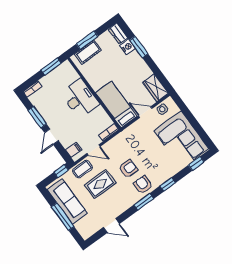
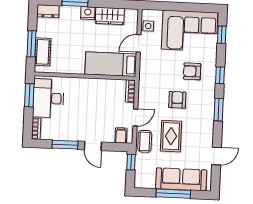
nightstand: (128, 47) -> (88, 13), moved
wardrobe: (155, 88) -> (110, 16), moved
desk: (80, 98) -> (48, 98), moved, turned -90
armchair: (143, 185) -> (192, 71), moved
sofa: (67, 201) -> (181, 179), moved

